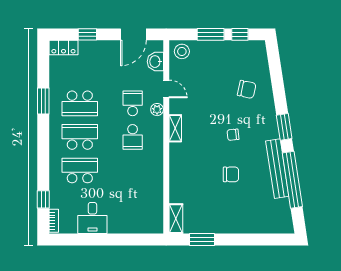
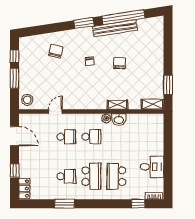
washbasin: (155, 62) -> (119, 120), moved
school desk: (80, 103) -> (66, 176), width x0.54
school desk: (133, 103) -> (66, 137), turned 180
plant: (157, 110) -> (106, 118), moved
shelving: (175, 128) -> (117, 105), moved
school desk: (80, 137) -> (91, 176), turned 180

